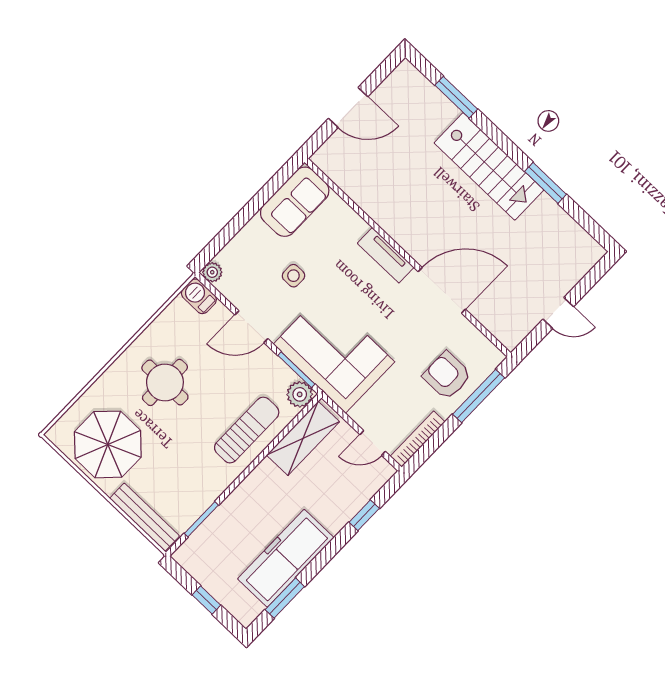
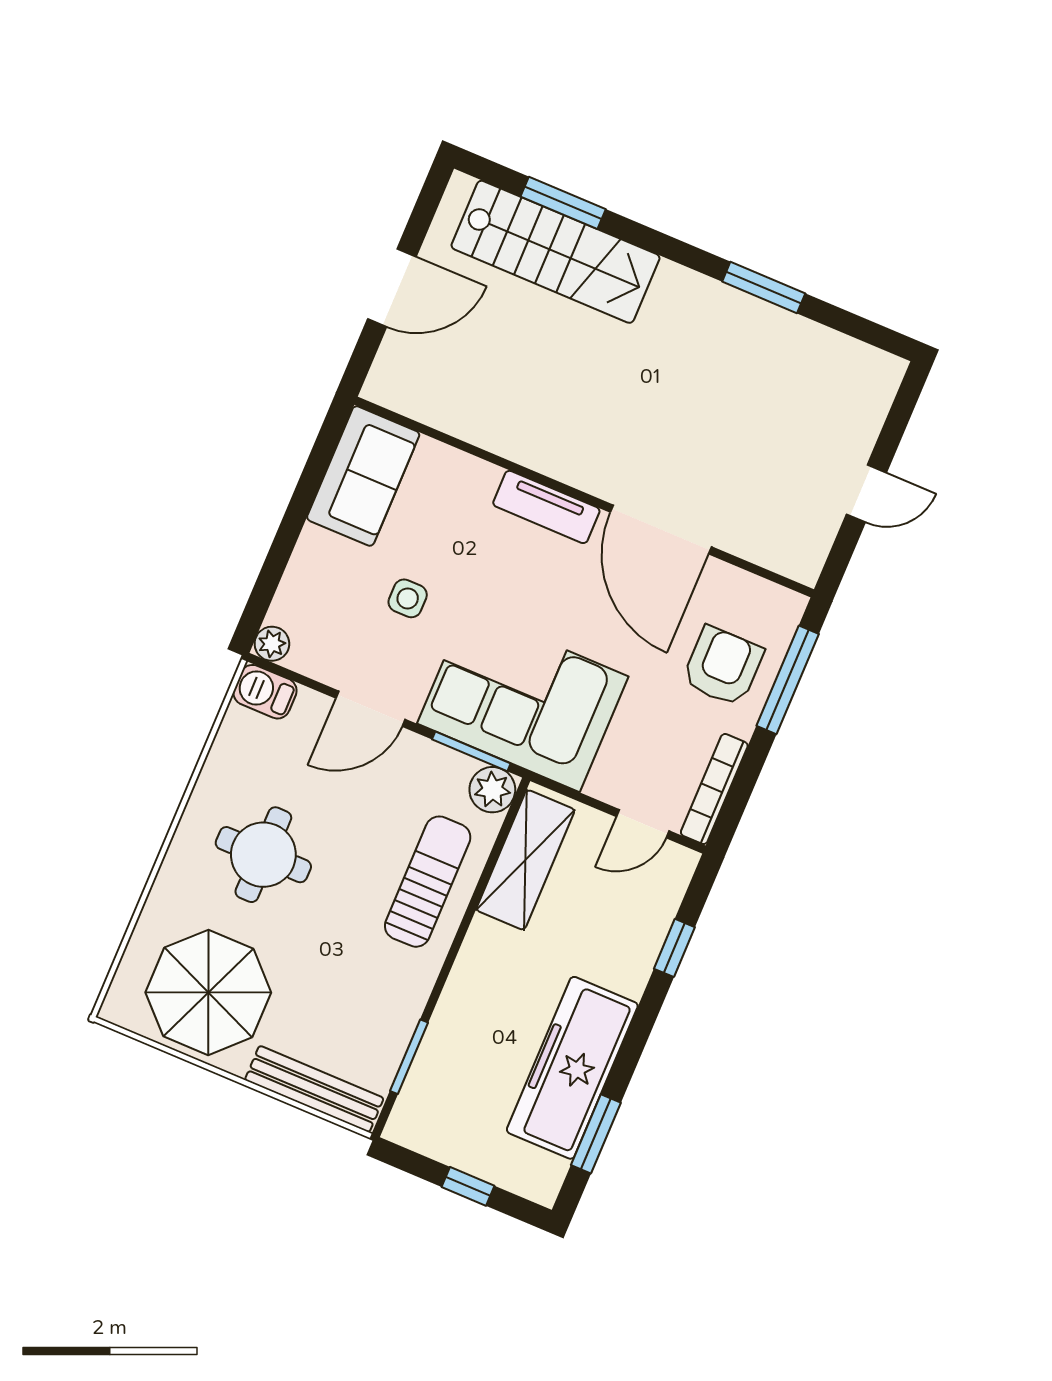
stairs: (489, 166) -> (556, 252), moved
door: (442, 290) -> (661, 529), swing flipped
armchair: (447, 376) -> (723, 666), turned 90

